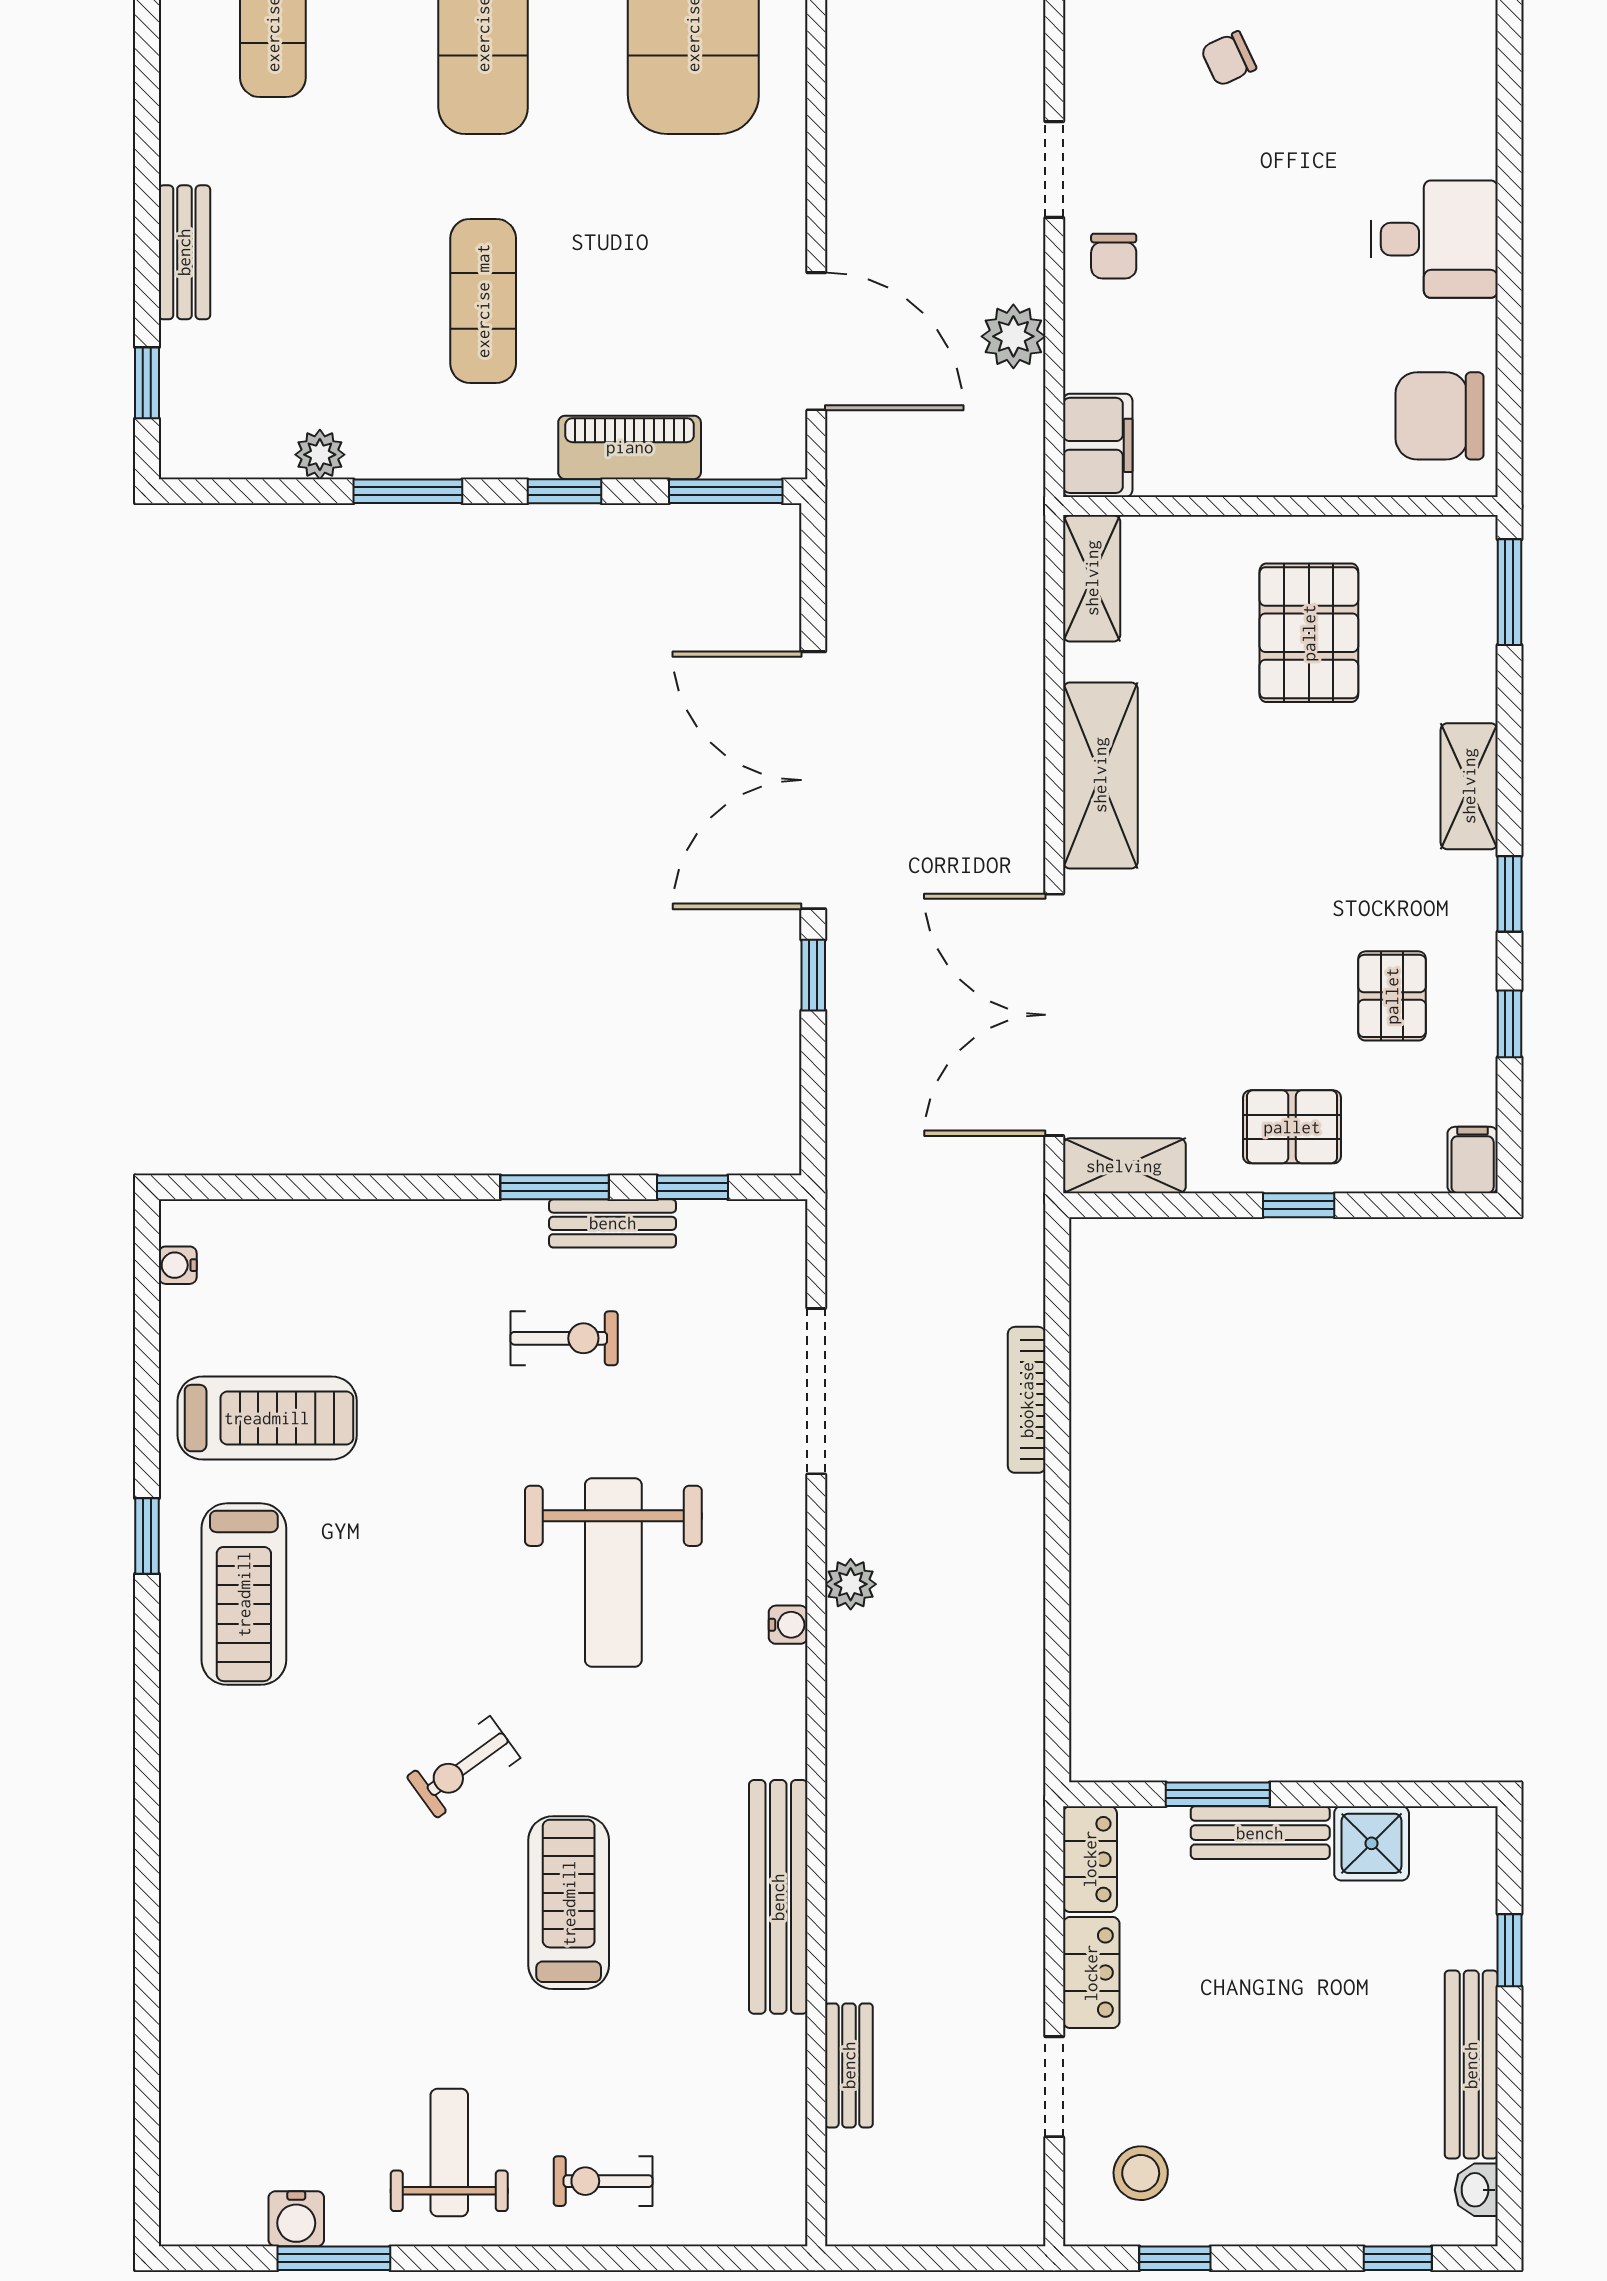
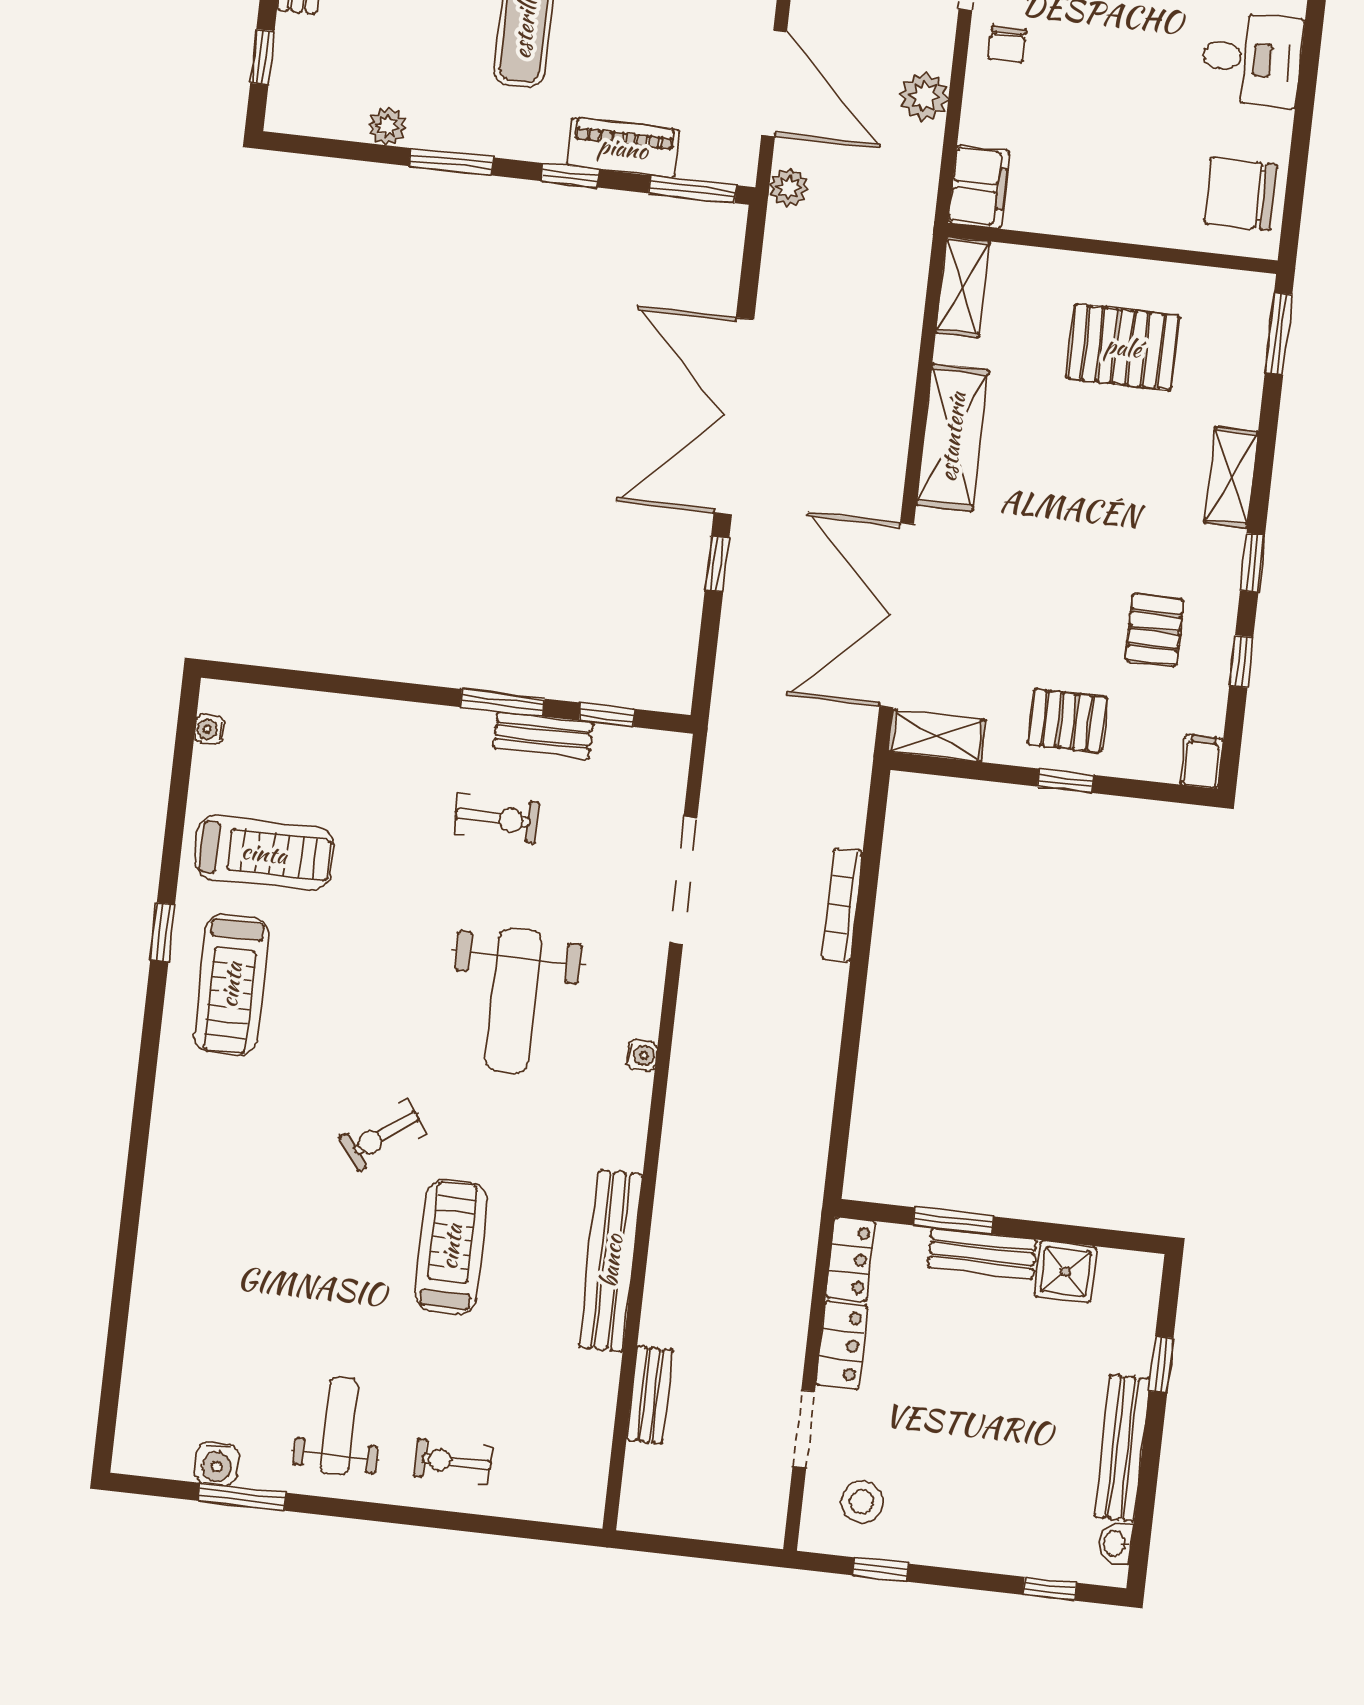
pallet: (1309, 633) -> (1123, 347), turned 90
plant: (851, 1584) -> (789, 188), moved

